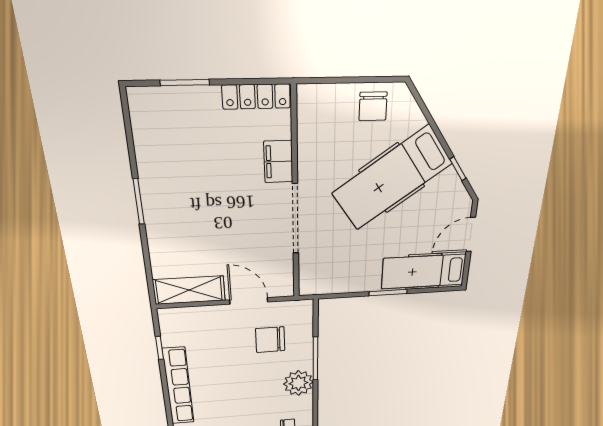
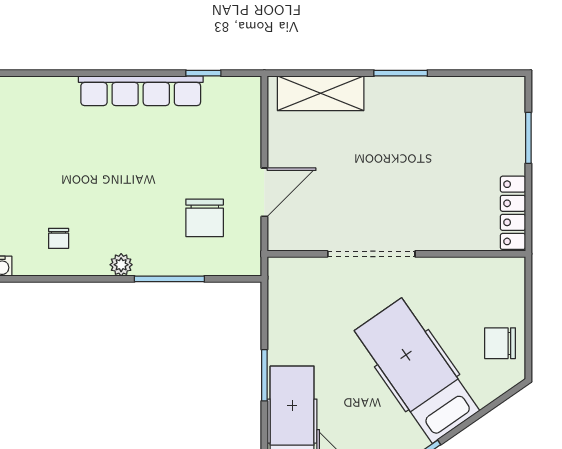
filing cabinet: (278, 162) -> (441, 235), removed
shelving: (189, 290) -> (321, 93), moved, turned 90
chair: (270, 340) -> (205, 218), turned 180
plant: (298, 383) -> (121, 265), width x0.53, depth x0.53

